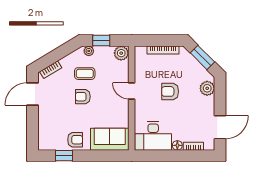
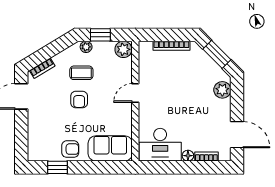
door: (132, 91) -> (135, 93), hinge flipped
armchair: (170, 91) -> (180, 93), removed
armchair: (83, 97) -> (79, 100), turned -90
door: (220, 127) -> (237, 135), hinge flipped

